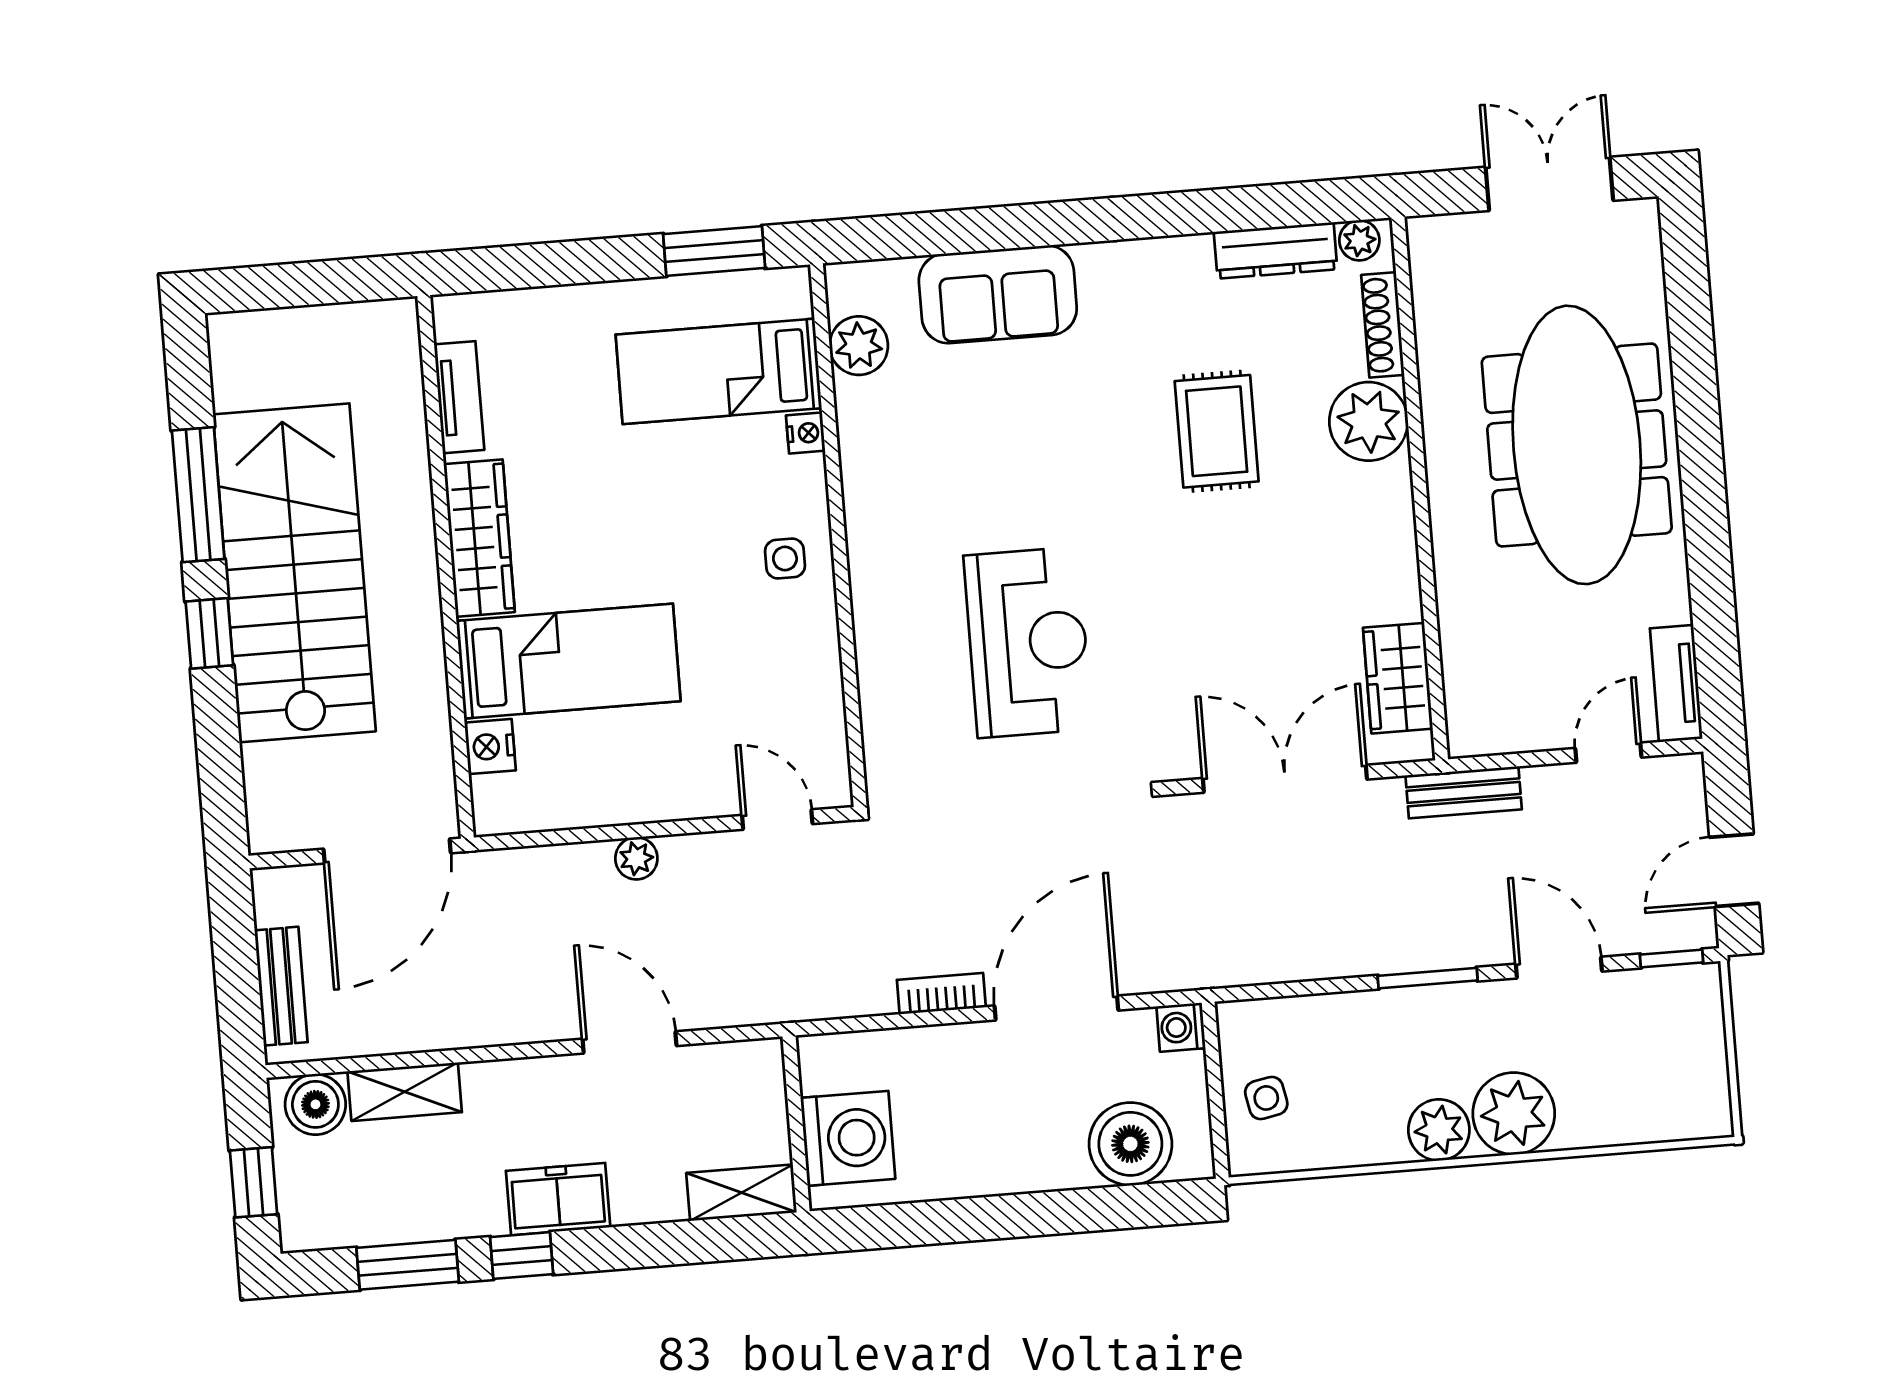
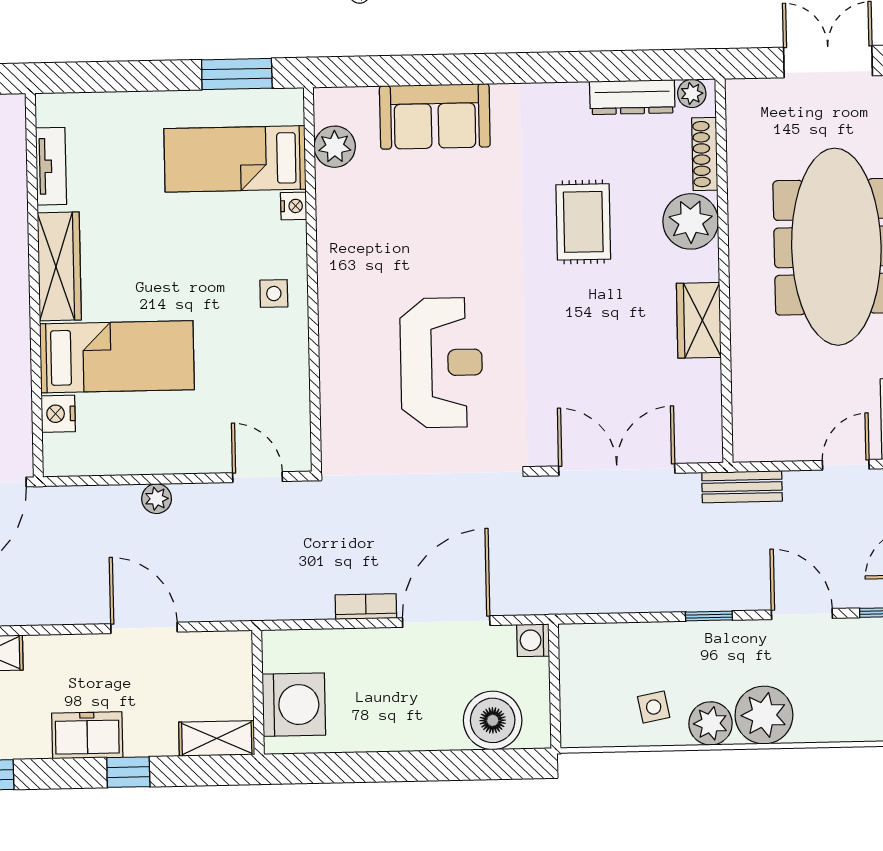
wardrobe: (1398, 678) -> (699, 320), moved
window: (1428, 978) -> (709, 616), width x0.67
side table: (1266, 1098) -> (654, 707), moved
window: (522, 1256) -> (128, 772), moved

